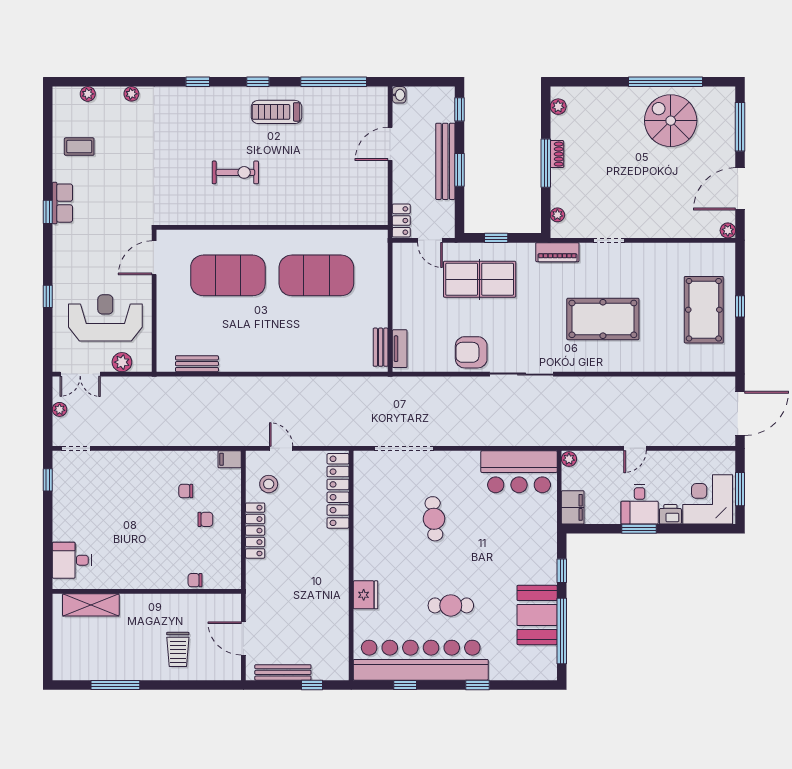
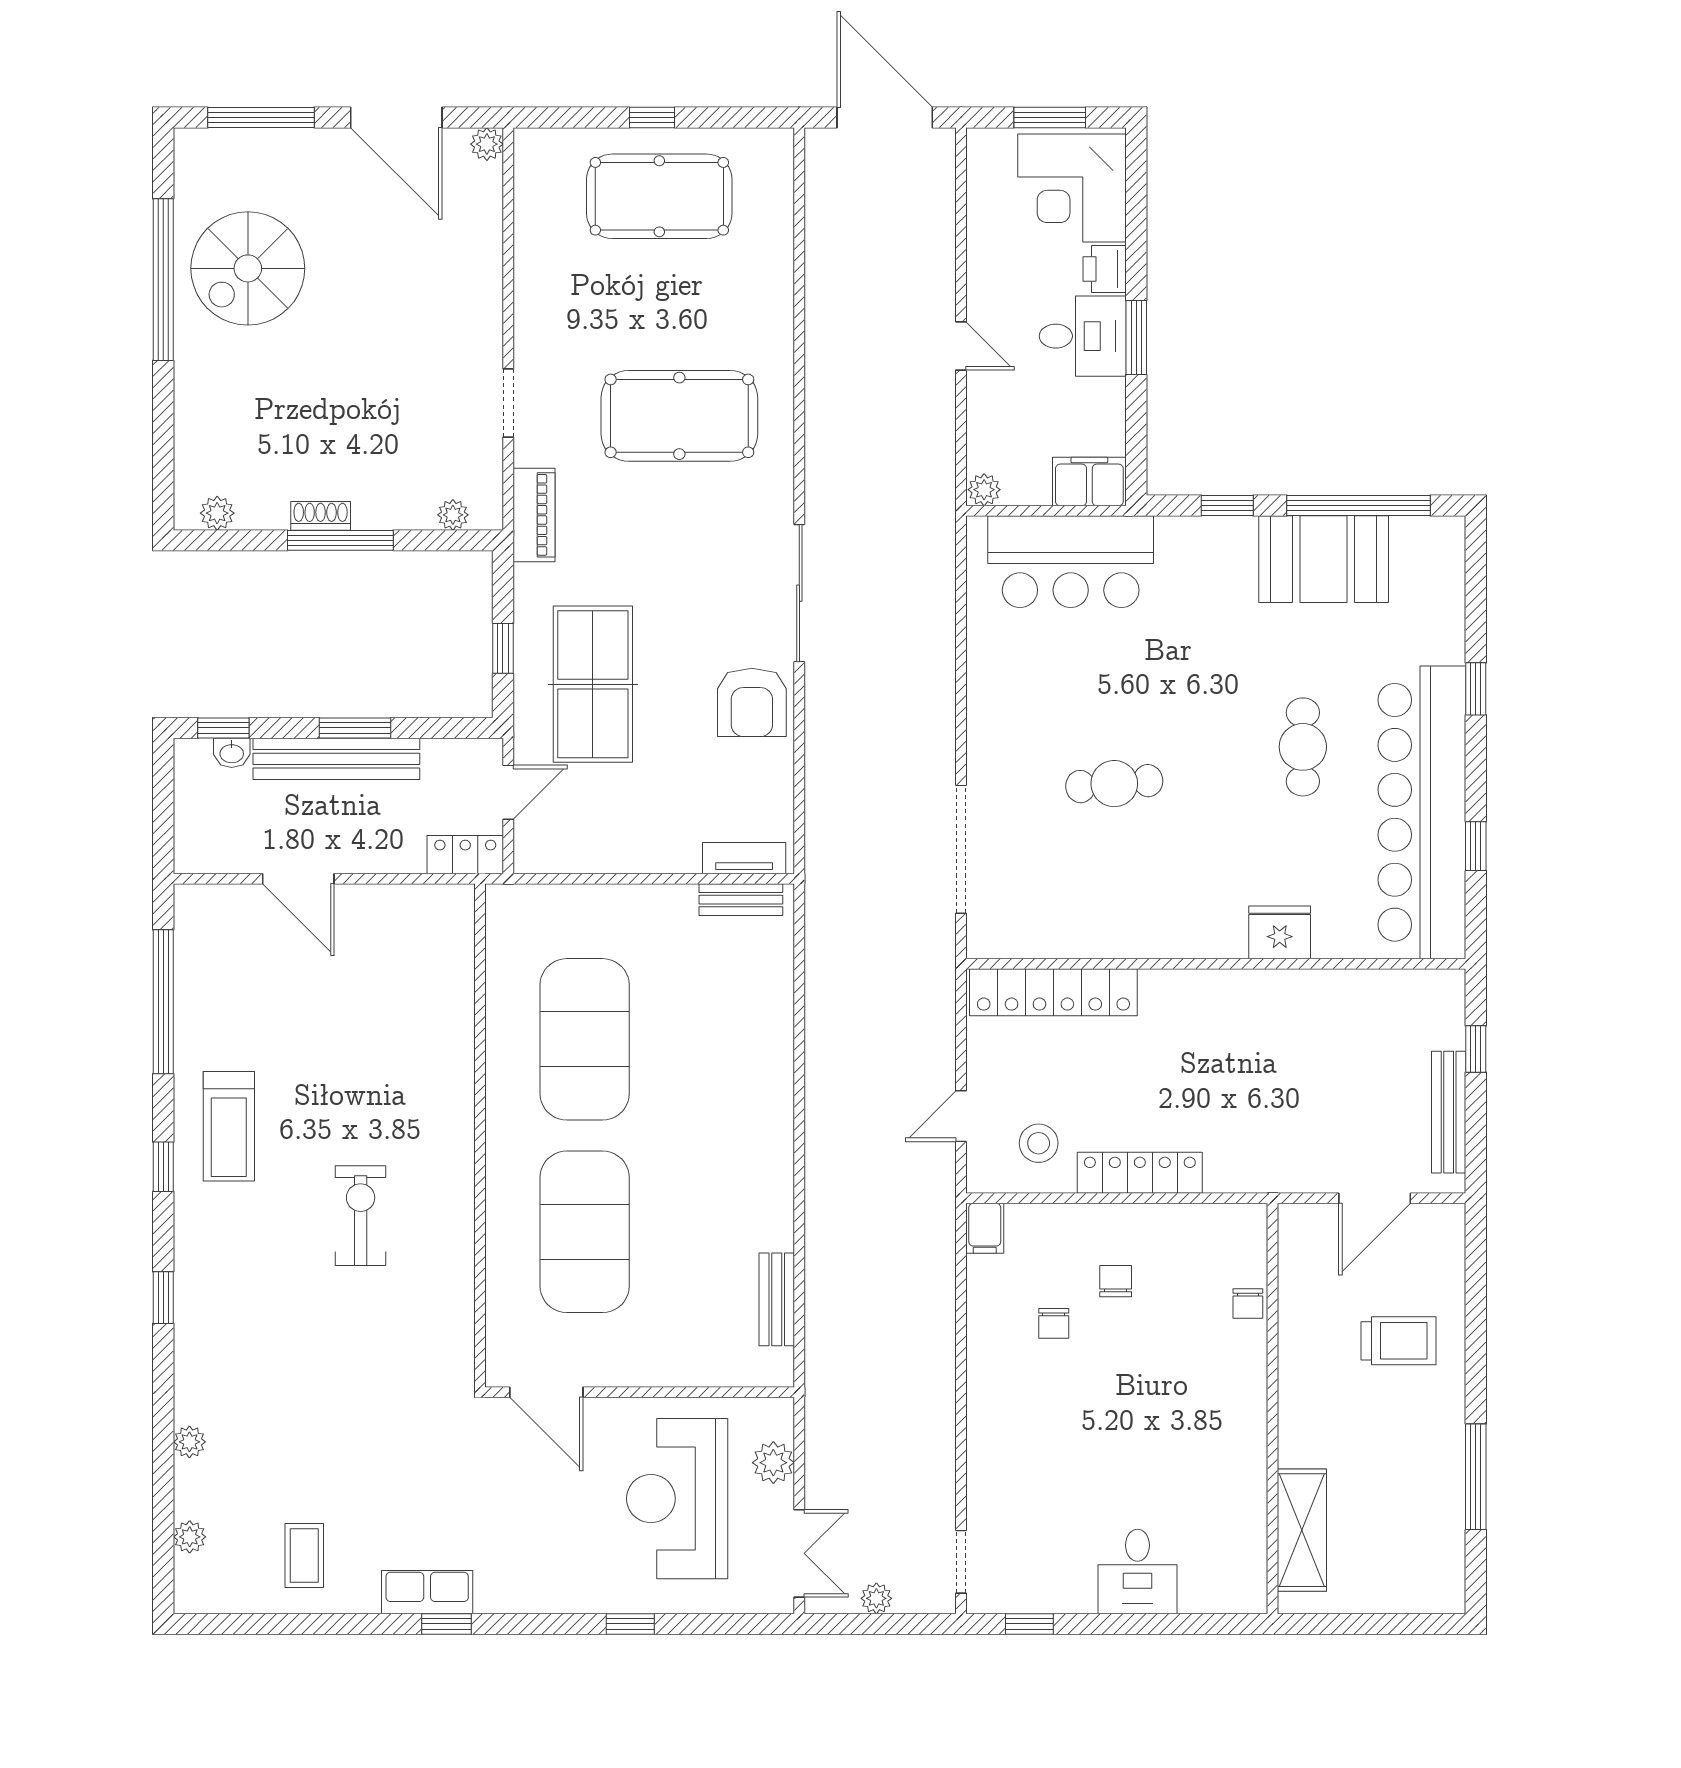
washbasin: (399, 95) -> (232, 753), moved, turned 180
pool table: (603, 319) -> (679, 416), turned 90
bar counter: (519, 472) -> (1071, 562), moved, turned 90
desk: (72, 560) -> (1137, 1572), moved

